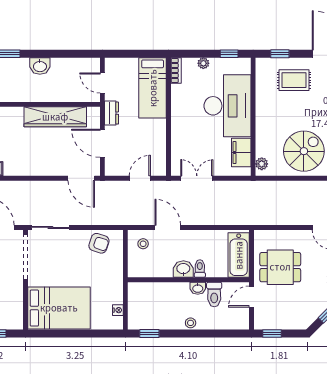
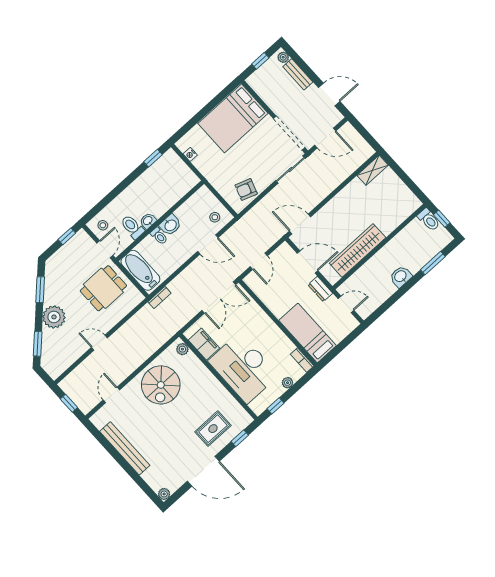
double door: (197, 178) -> (219, 298), width x1.37
bookcase: (243, 220) -> (159, 298), added
stool: (191, 323) -> (103, 225), moved

